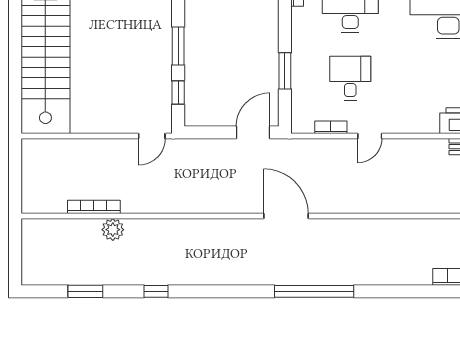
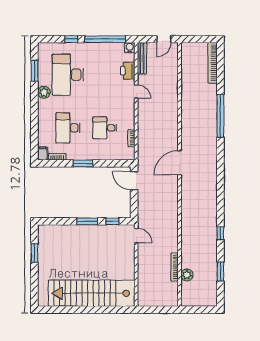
window: (285, 71) -> (83, 163), moved
door: (370, 136) -> (136, 92), moved
plant: (113, 230) -> (187, 275), moved
window: (314, 291) -> (220, 116), moved

